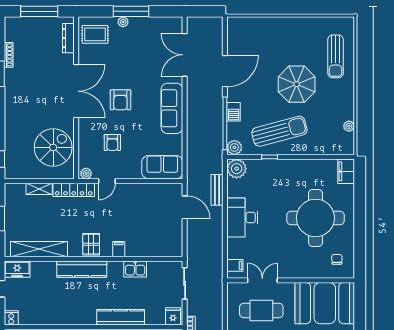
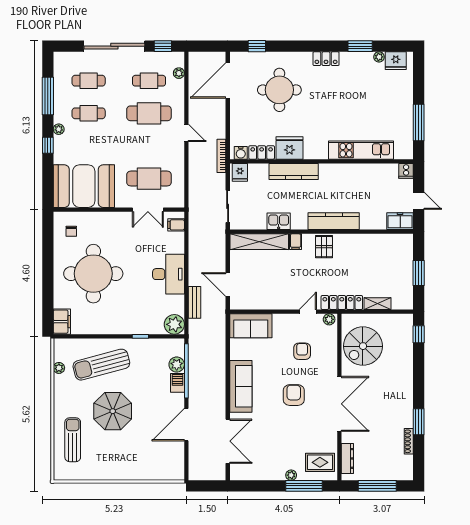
window: (131, 11) -> (304, 486), moved
double door: (76, 91) -> (339, 404), swing flipped
sun lounger: (279, 131) -> (101, 365), moved
plant: (234, 147) -> (177, 365), moved
shelving: (39, 249) -> (259, 242), moved

